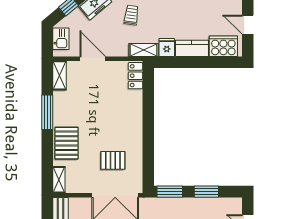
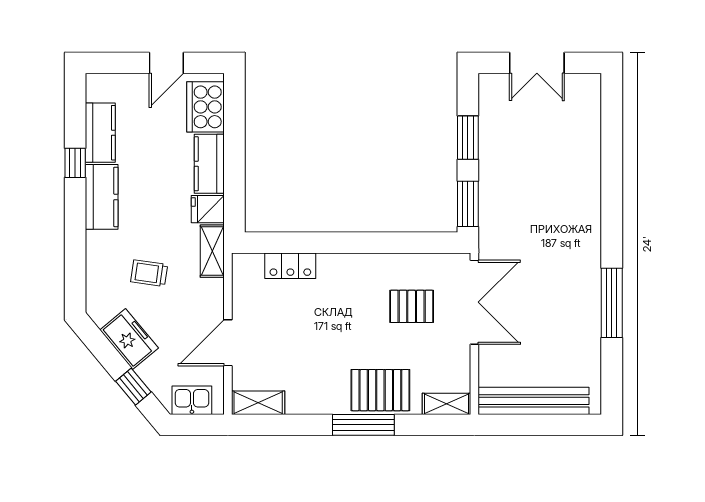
locker: (135, 76) -> (290, 266), moved
window: (47, 112) -> (363, 425), moved
pallet: (113, 160) -> (412, 306), turned 90

